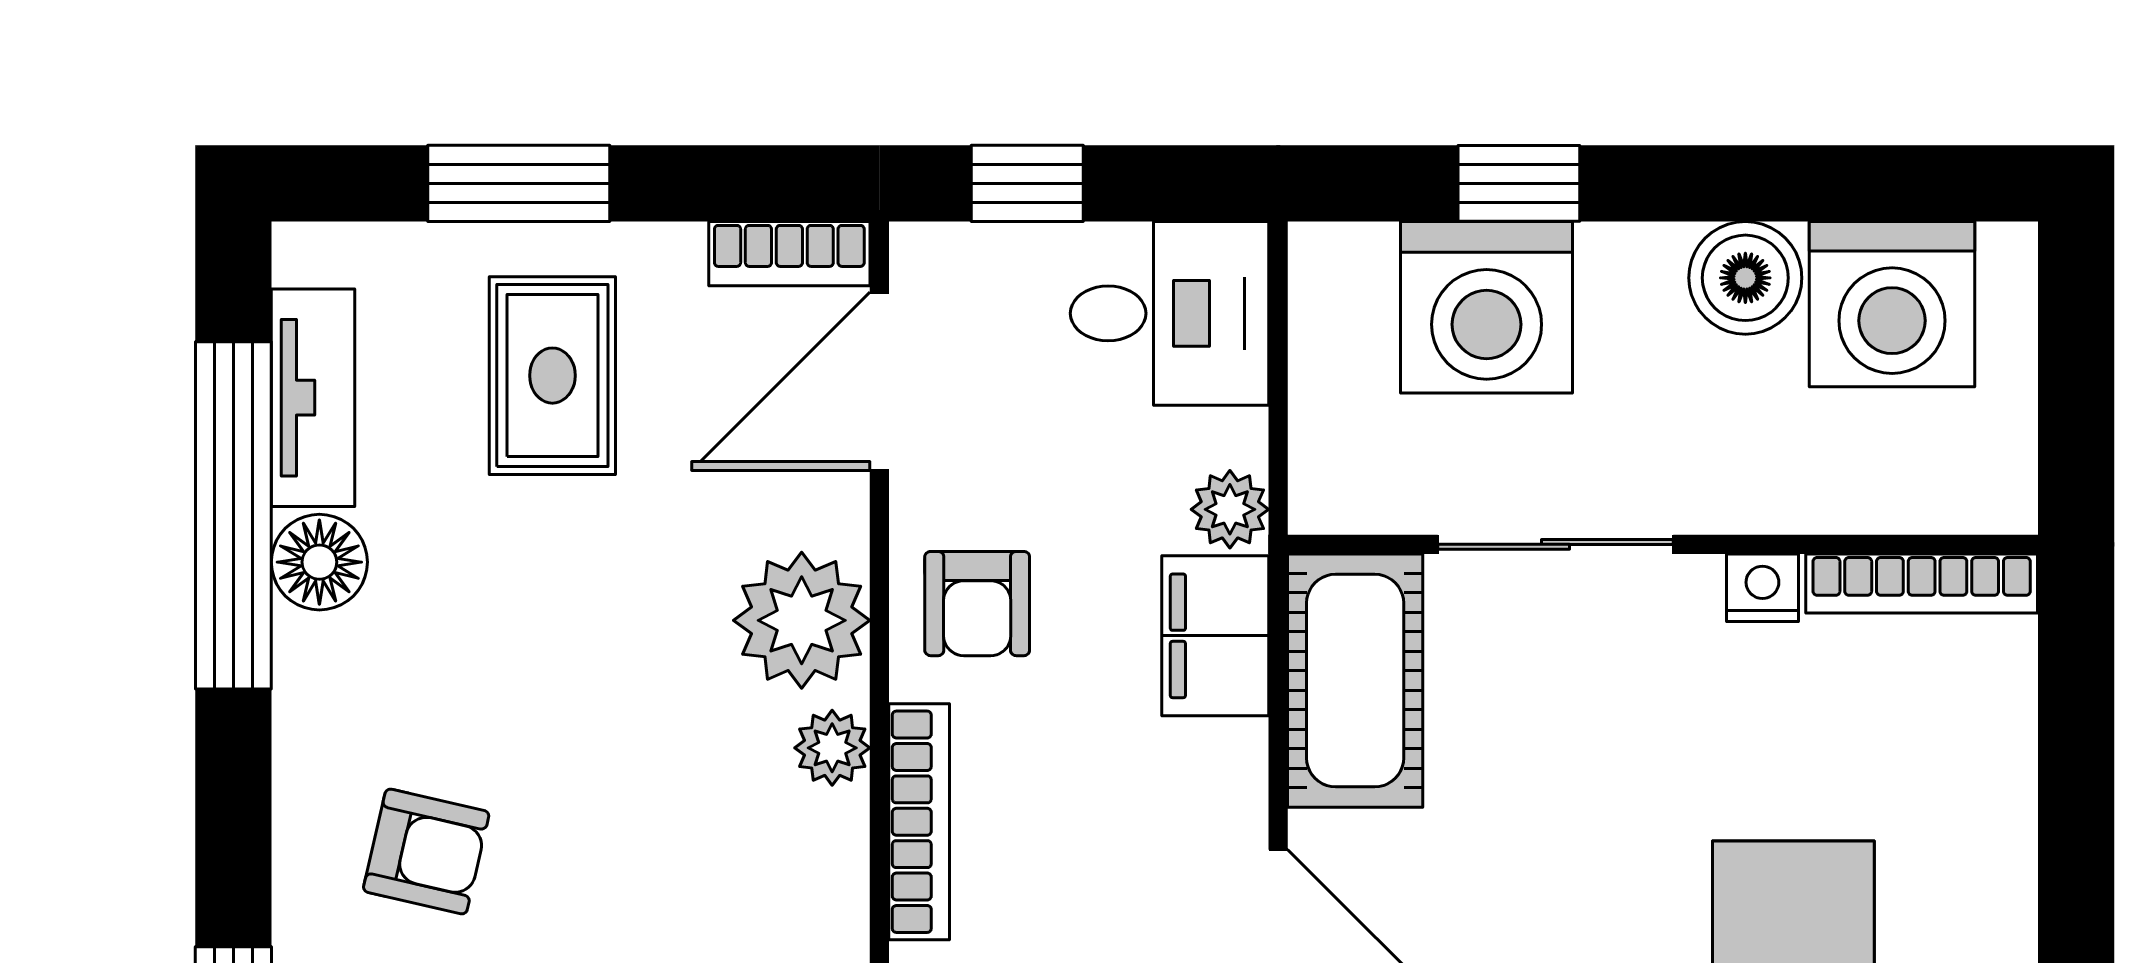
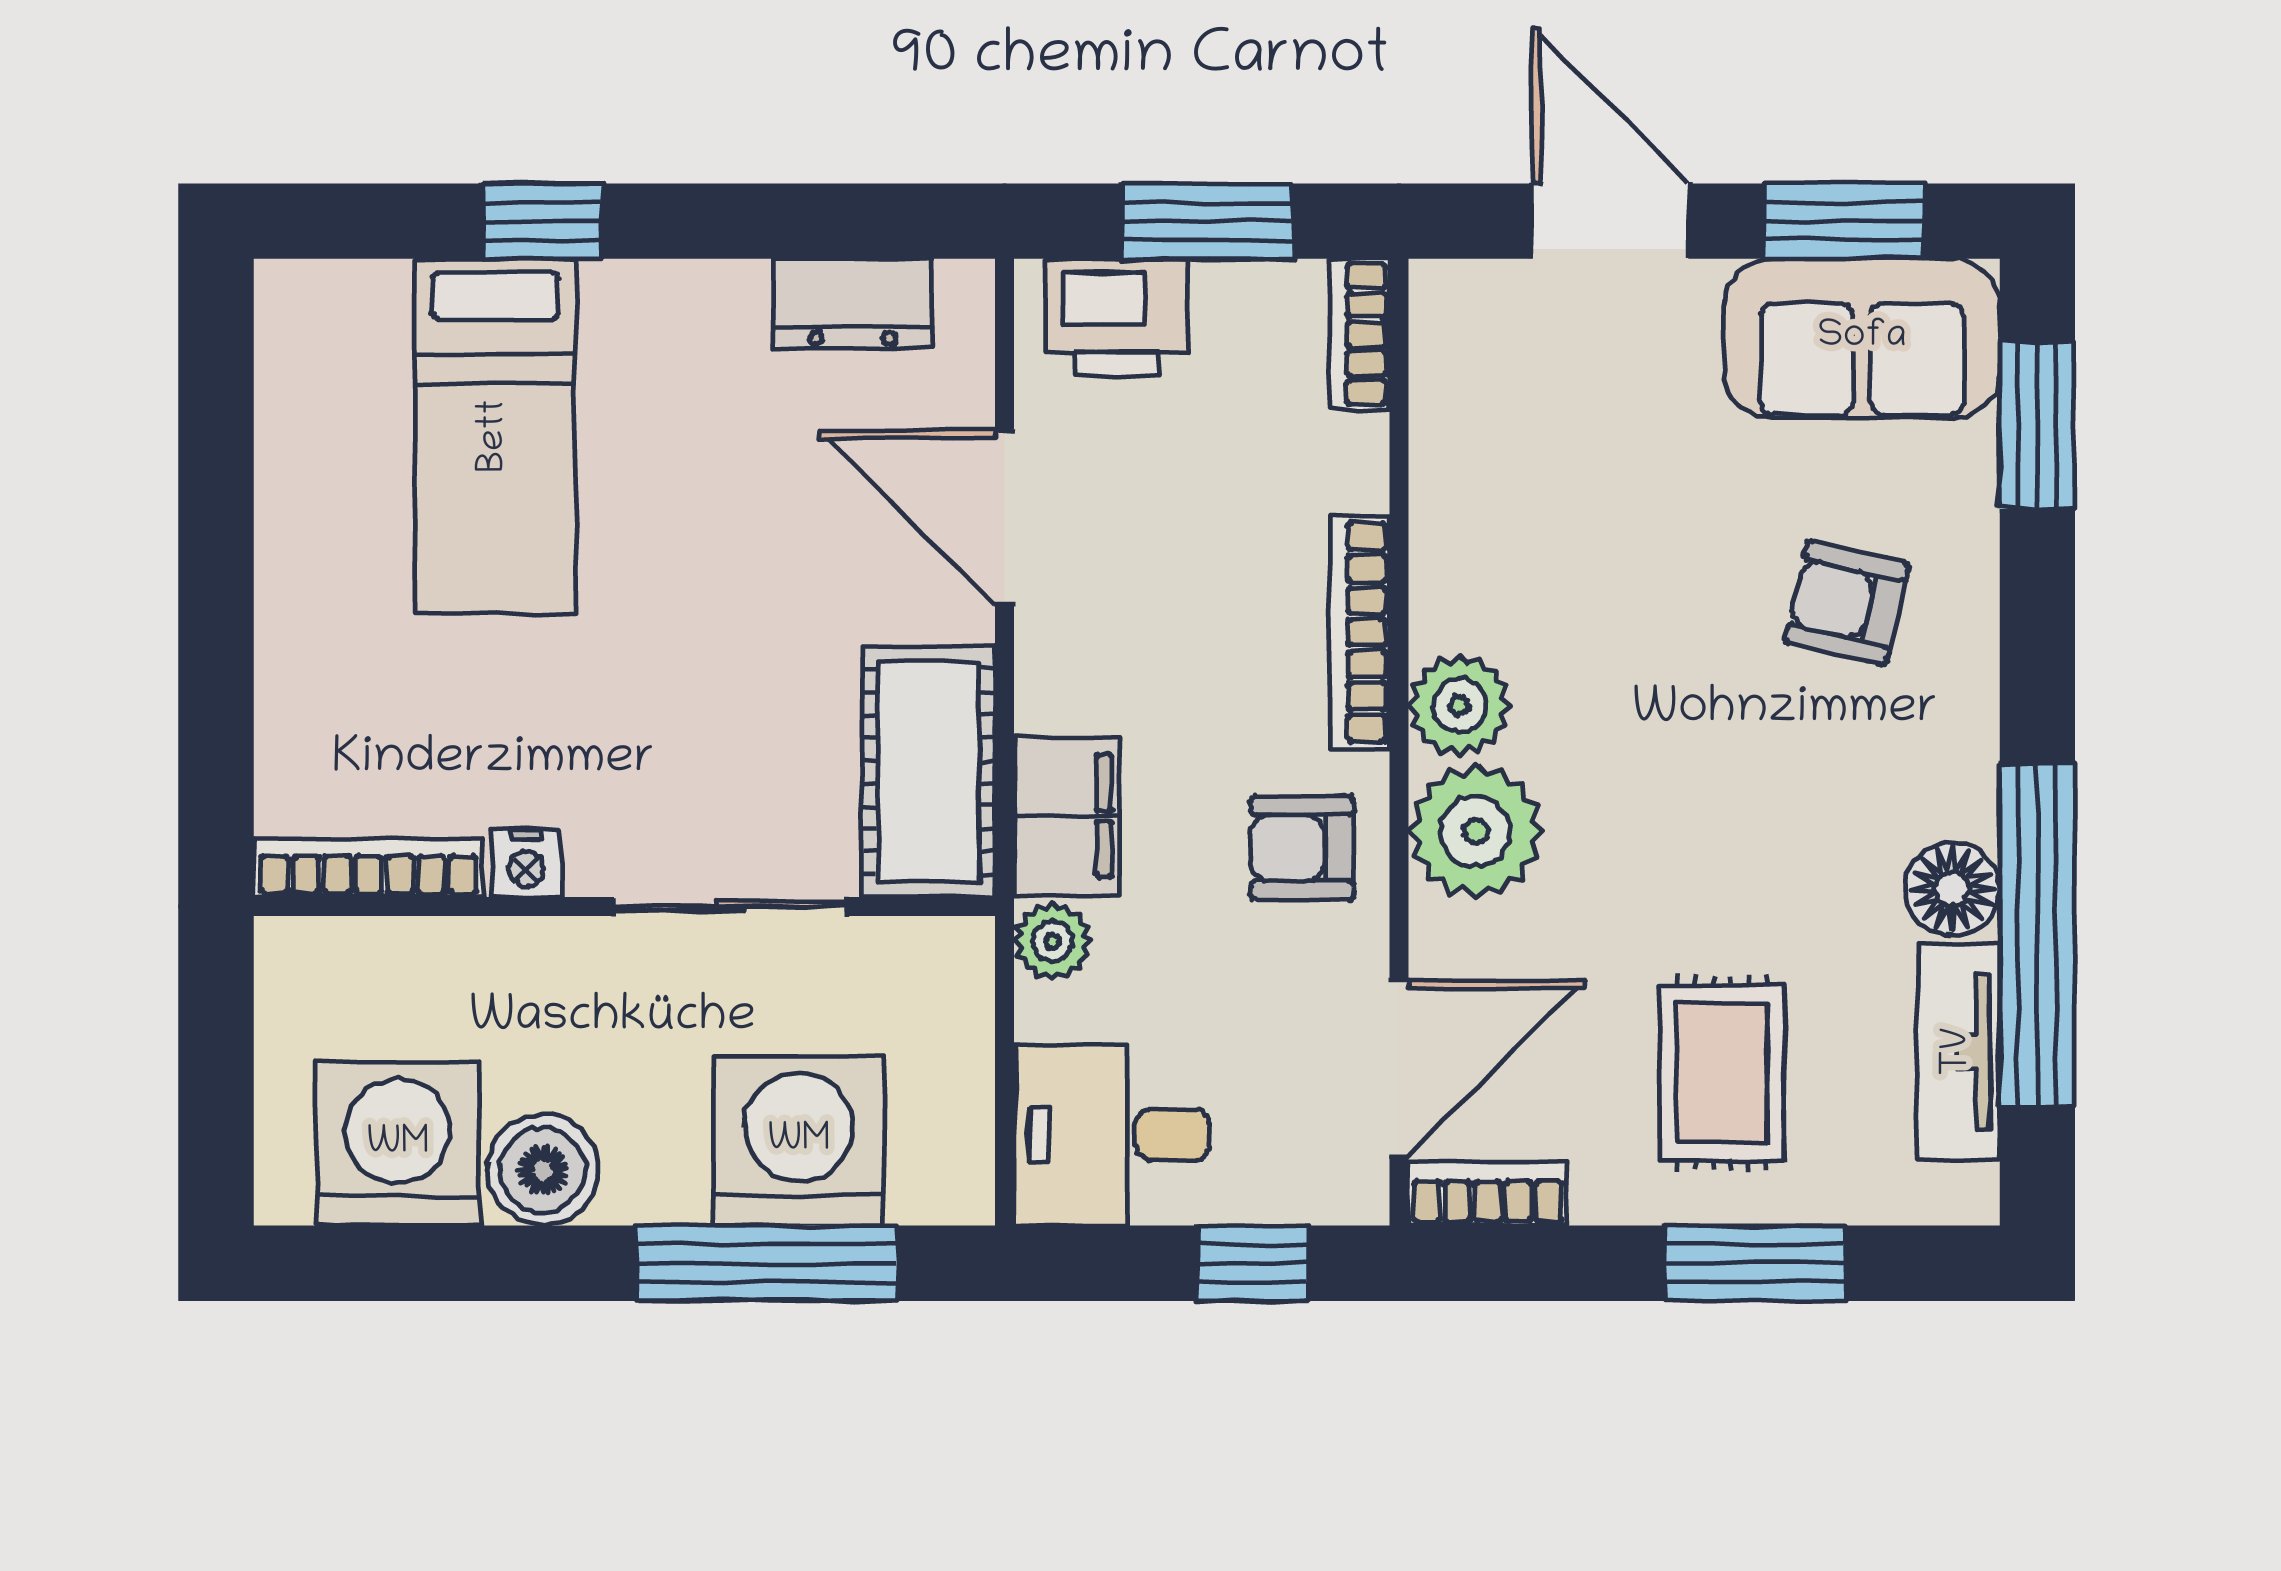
window: (1519, 183) -> (767, 1263), width x2.17
armchair: (977, 604) -> (1302, 848), turned -90
plant: (832, 748) -> (1459, 705), width x1.38, depth x1.38

